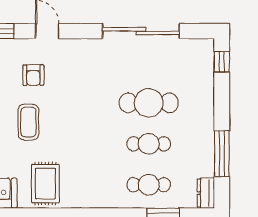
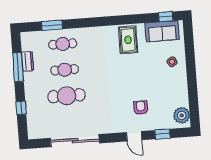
window: (222, 62) -> (21, 108), moved
coffee table: (28, 122) -> (142, 78), removed
dresser: (206, 193) -> (28, 61), moved

